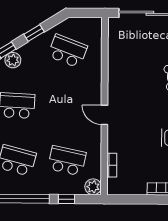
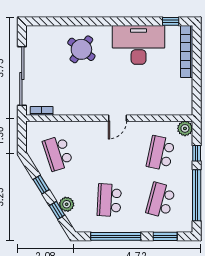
school desk: (68, 51) -> (58, 153), turned -39
bookcase: (112, 165) -> (42, 111), moved

